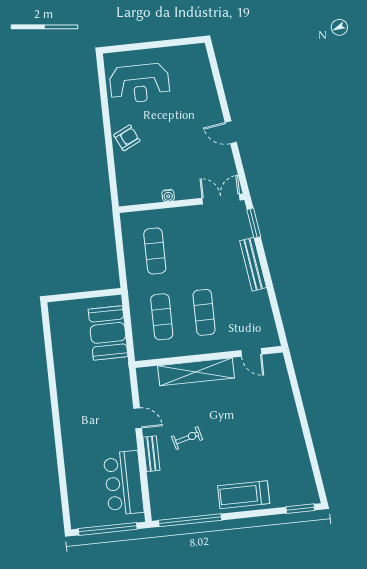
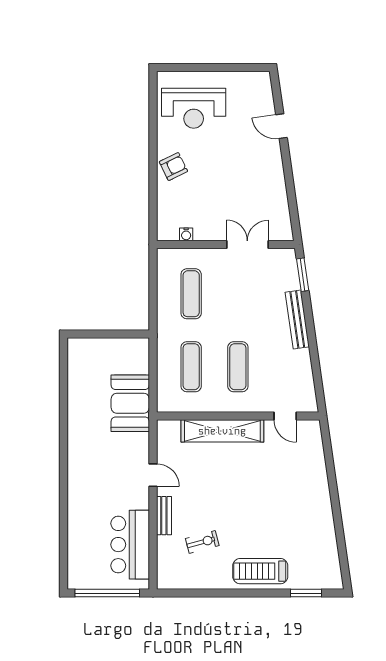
door: (231, 132) -> (281, 126), moved
water cooler: (168, 195) -> (186, 234), moved
double door: (221, 199) -> (247, 244), moved
booth: (108, 333) -> (130, 403), moved
exercise bike: (187, 438) -> (202, 542), moved
window: (300, 509) -> (306, 593), moved
window: (190, 520) -> (199, 593), removed

